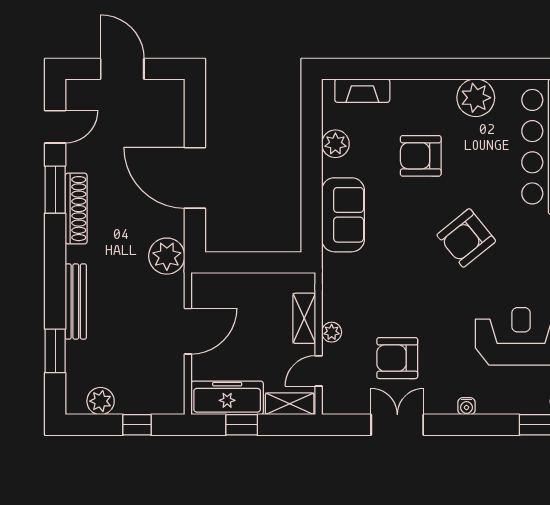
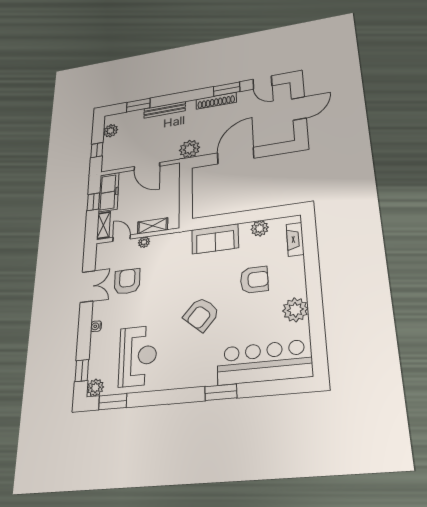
armchair: (421, 156) -> (254, 280), turned 90
armchair: (466, 238) -> (201, 314), turned -100

